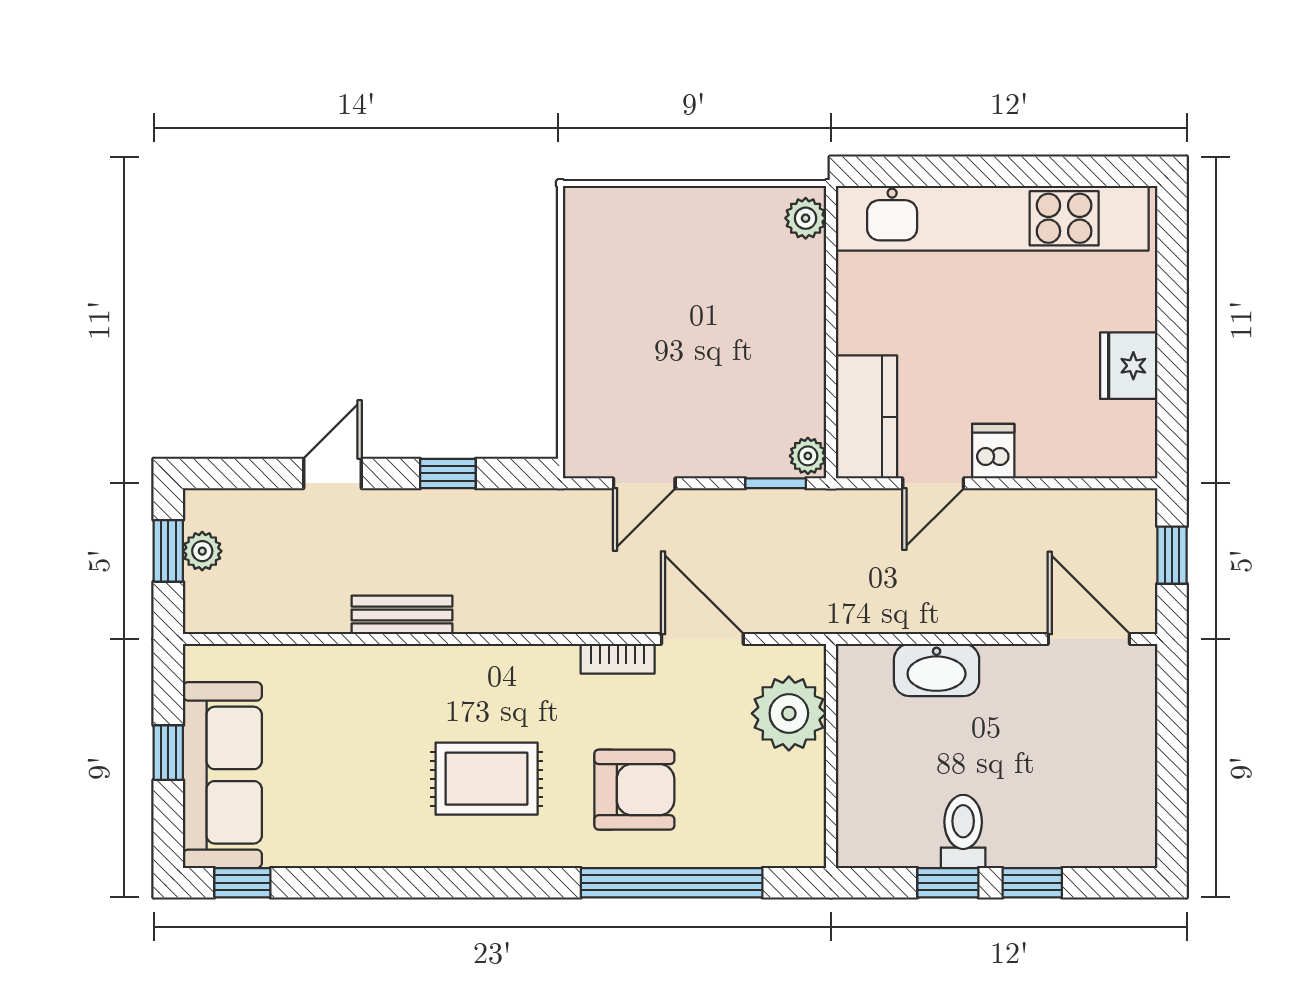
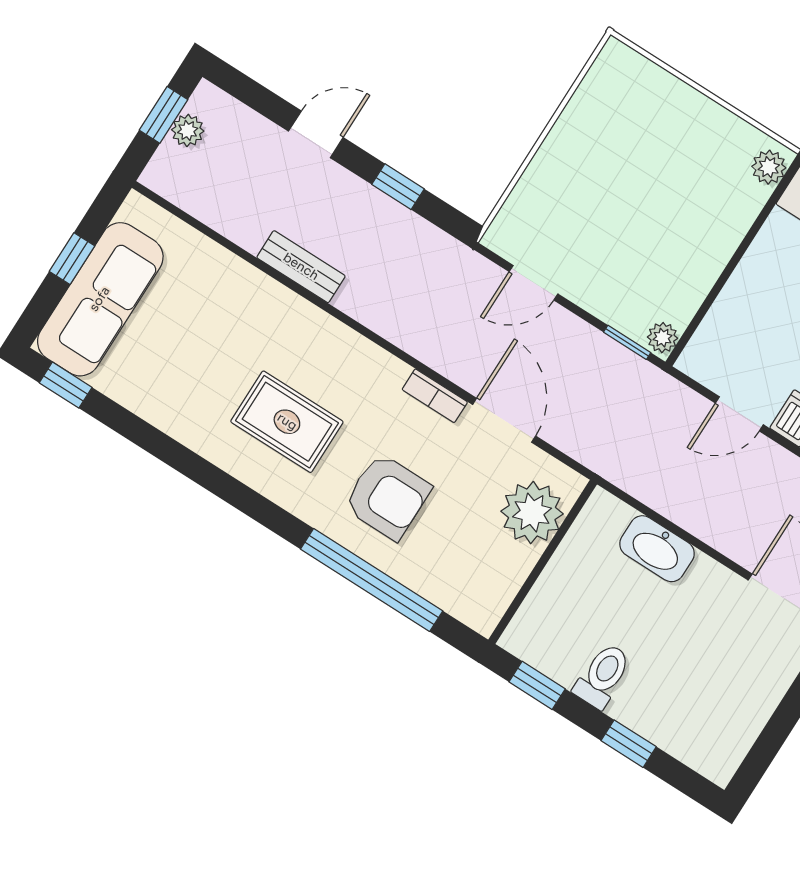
kitchen counter: (866, 417) -> (722, 336), removed
window: (948, 883) -> (537, 685), moved

